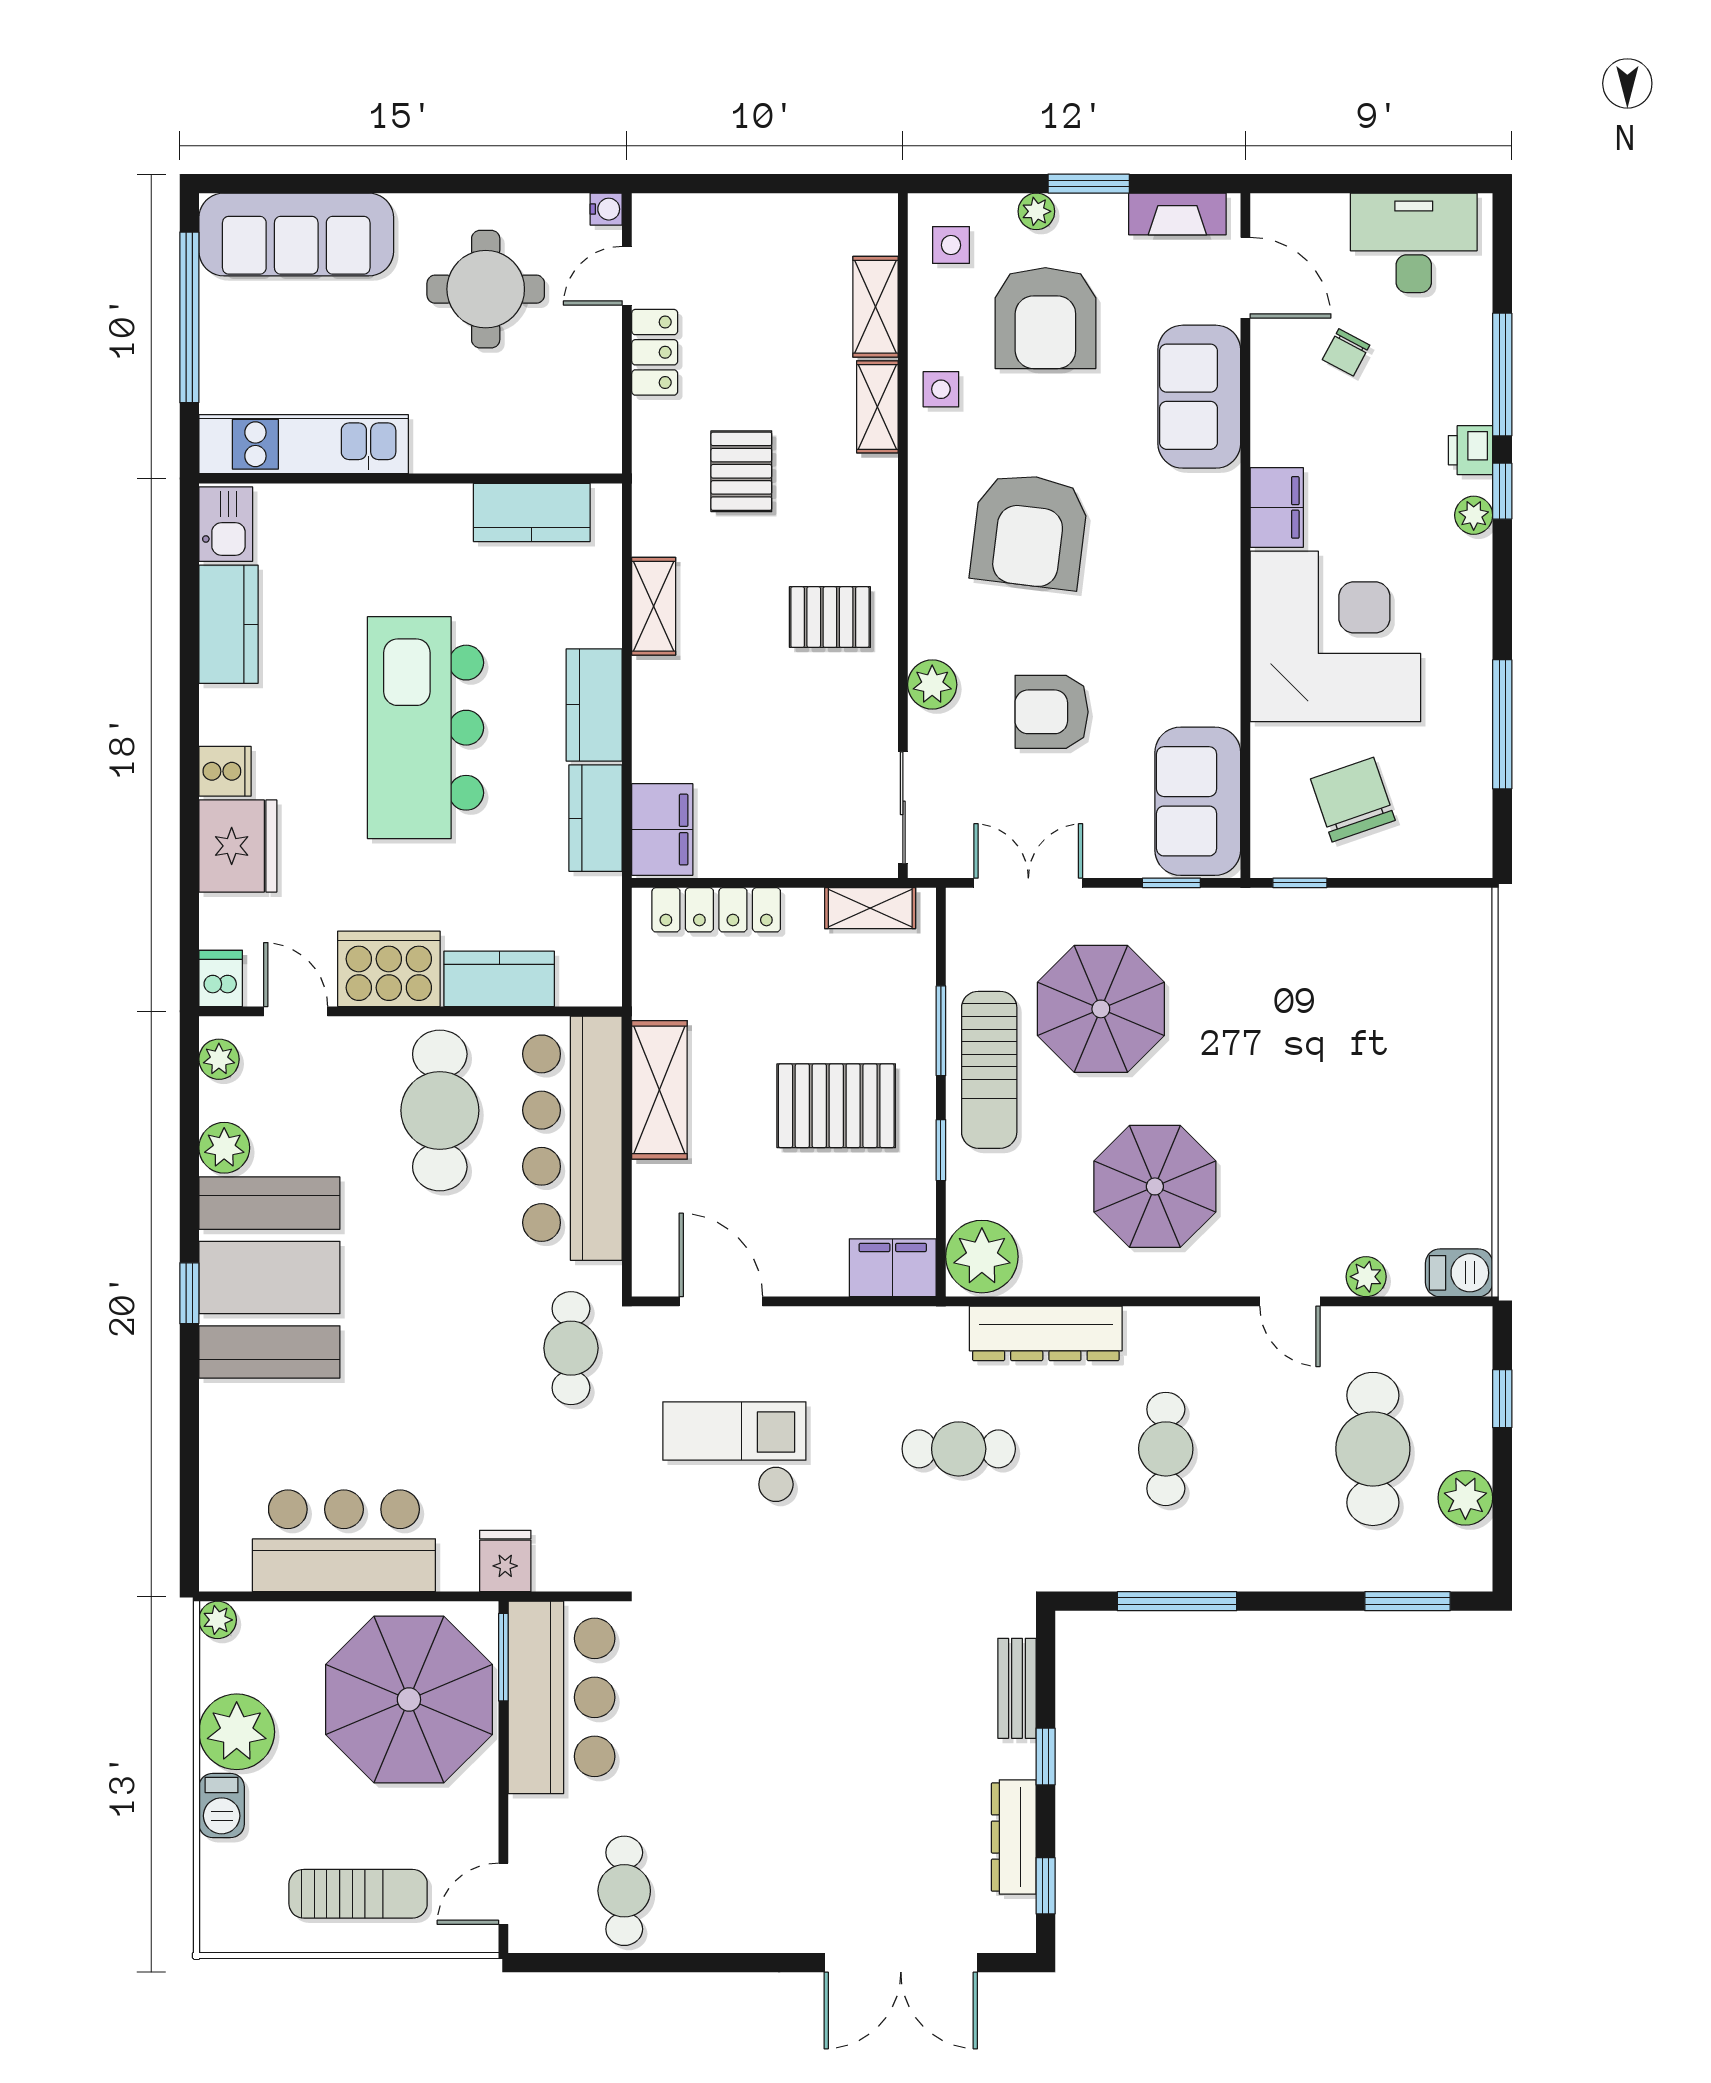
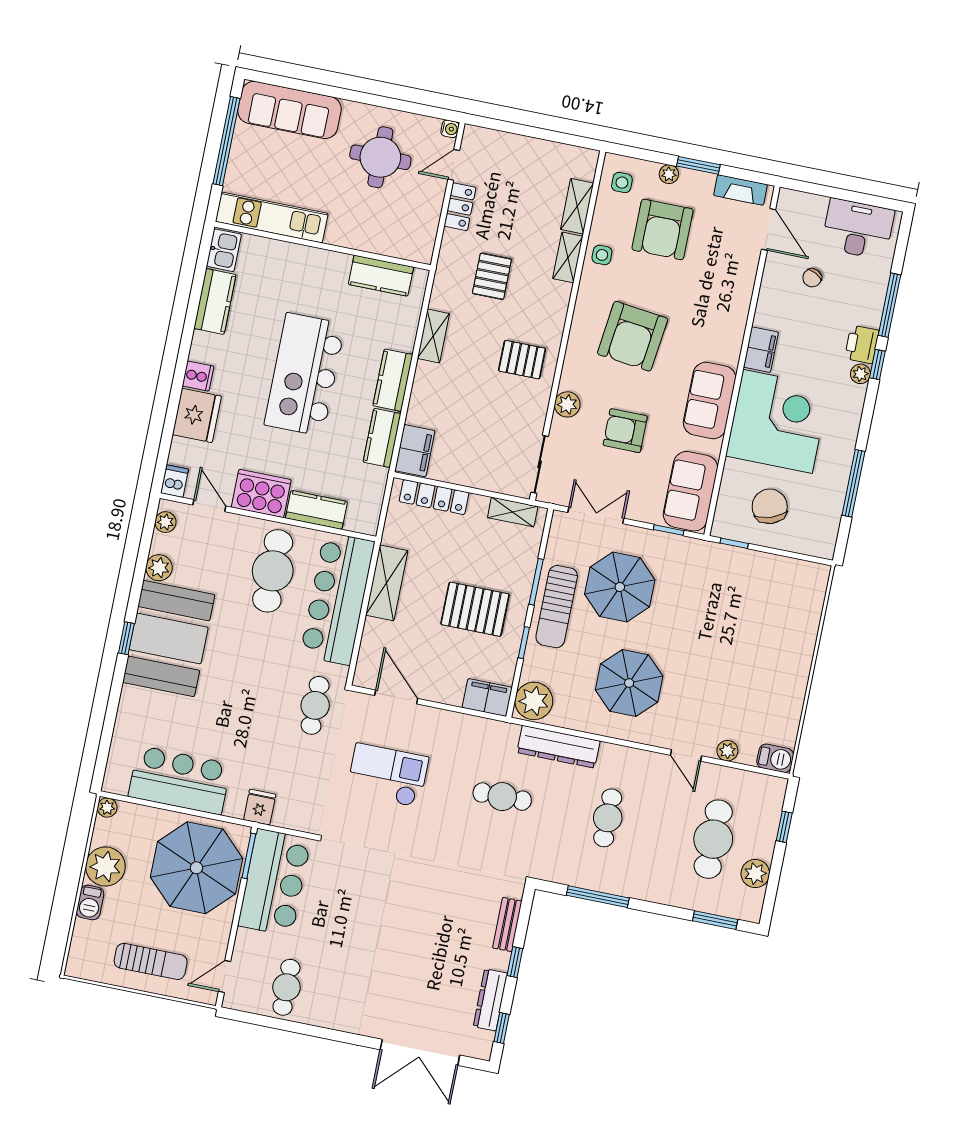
sofa: (1199, 397) -> (710, 400), moved
printer: (1470, 450) -> (862, 344), width x1.36, depth x1.24

